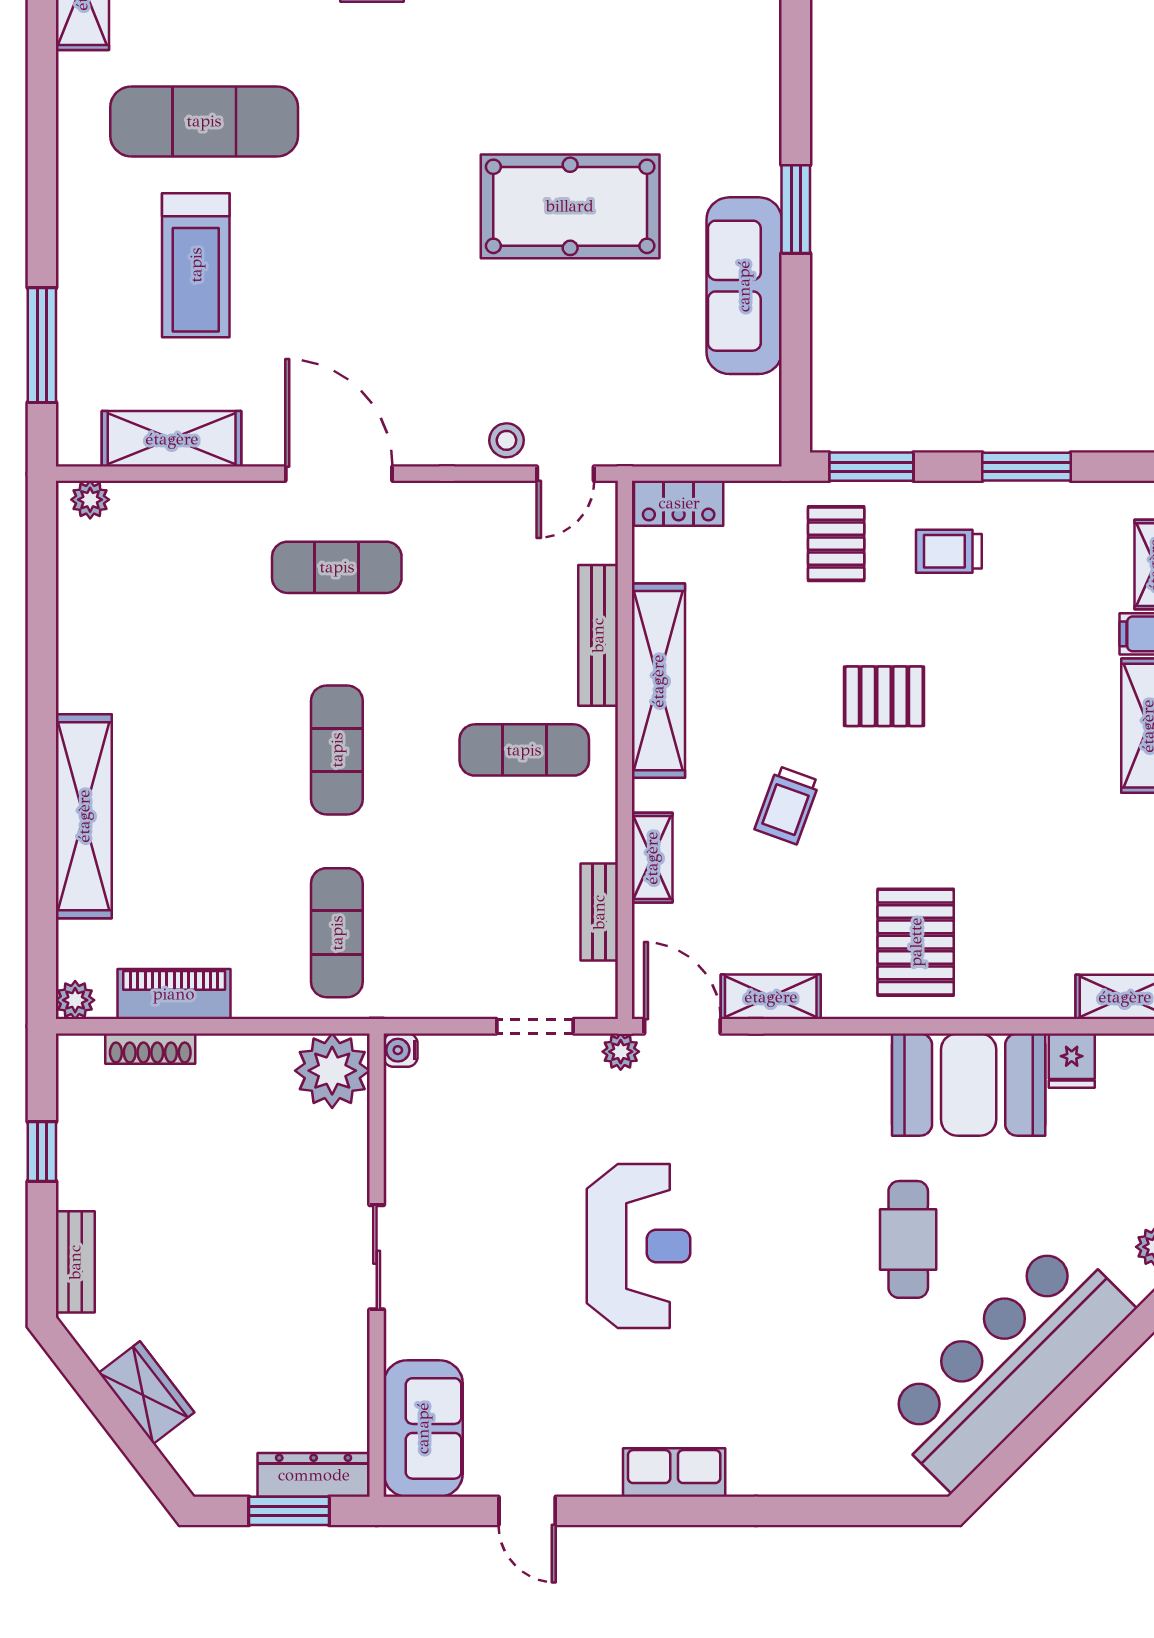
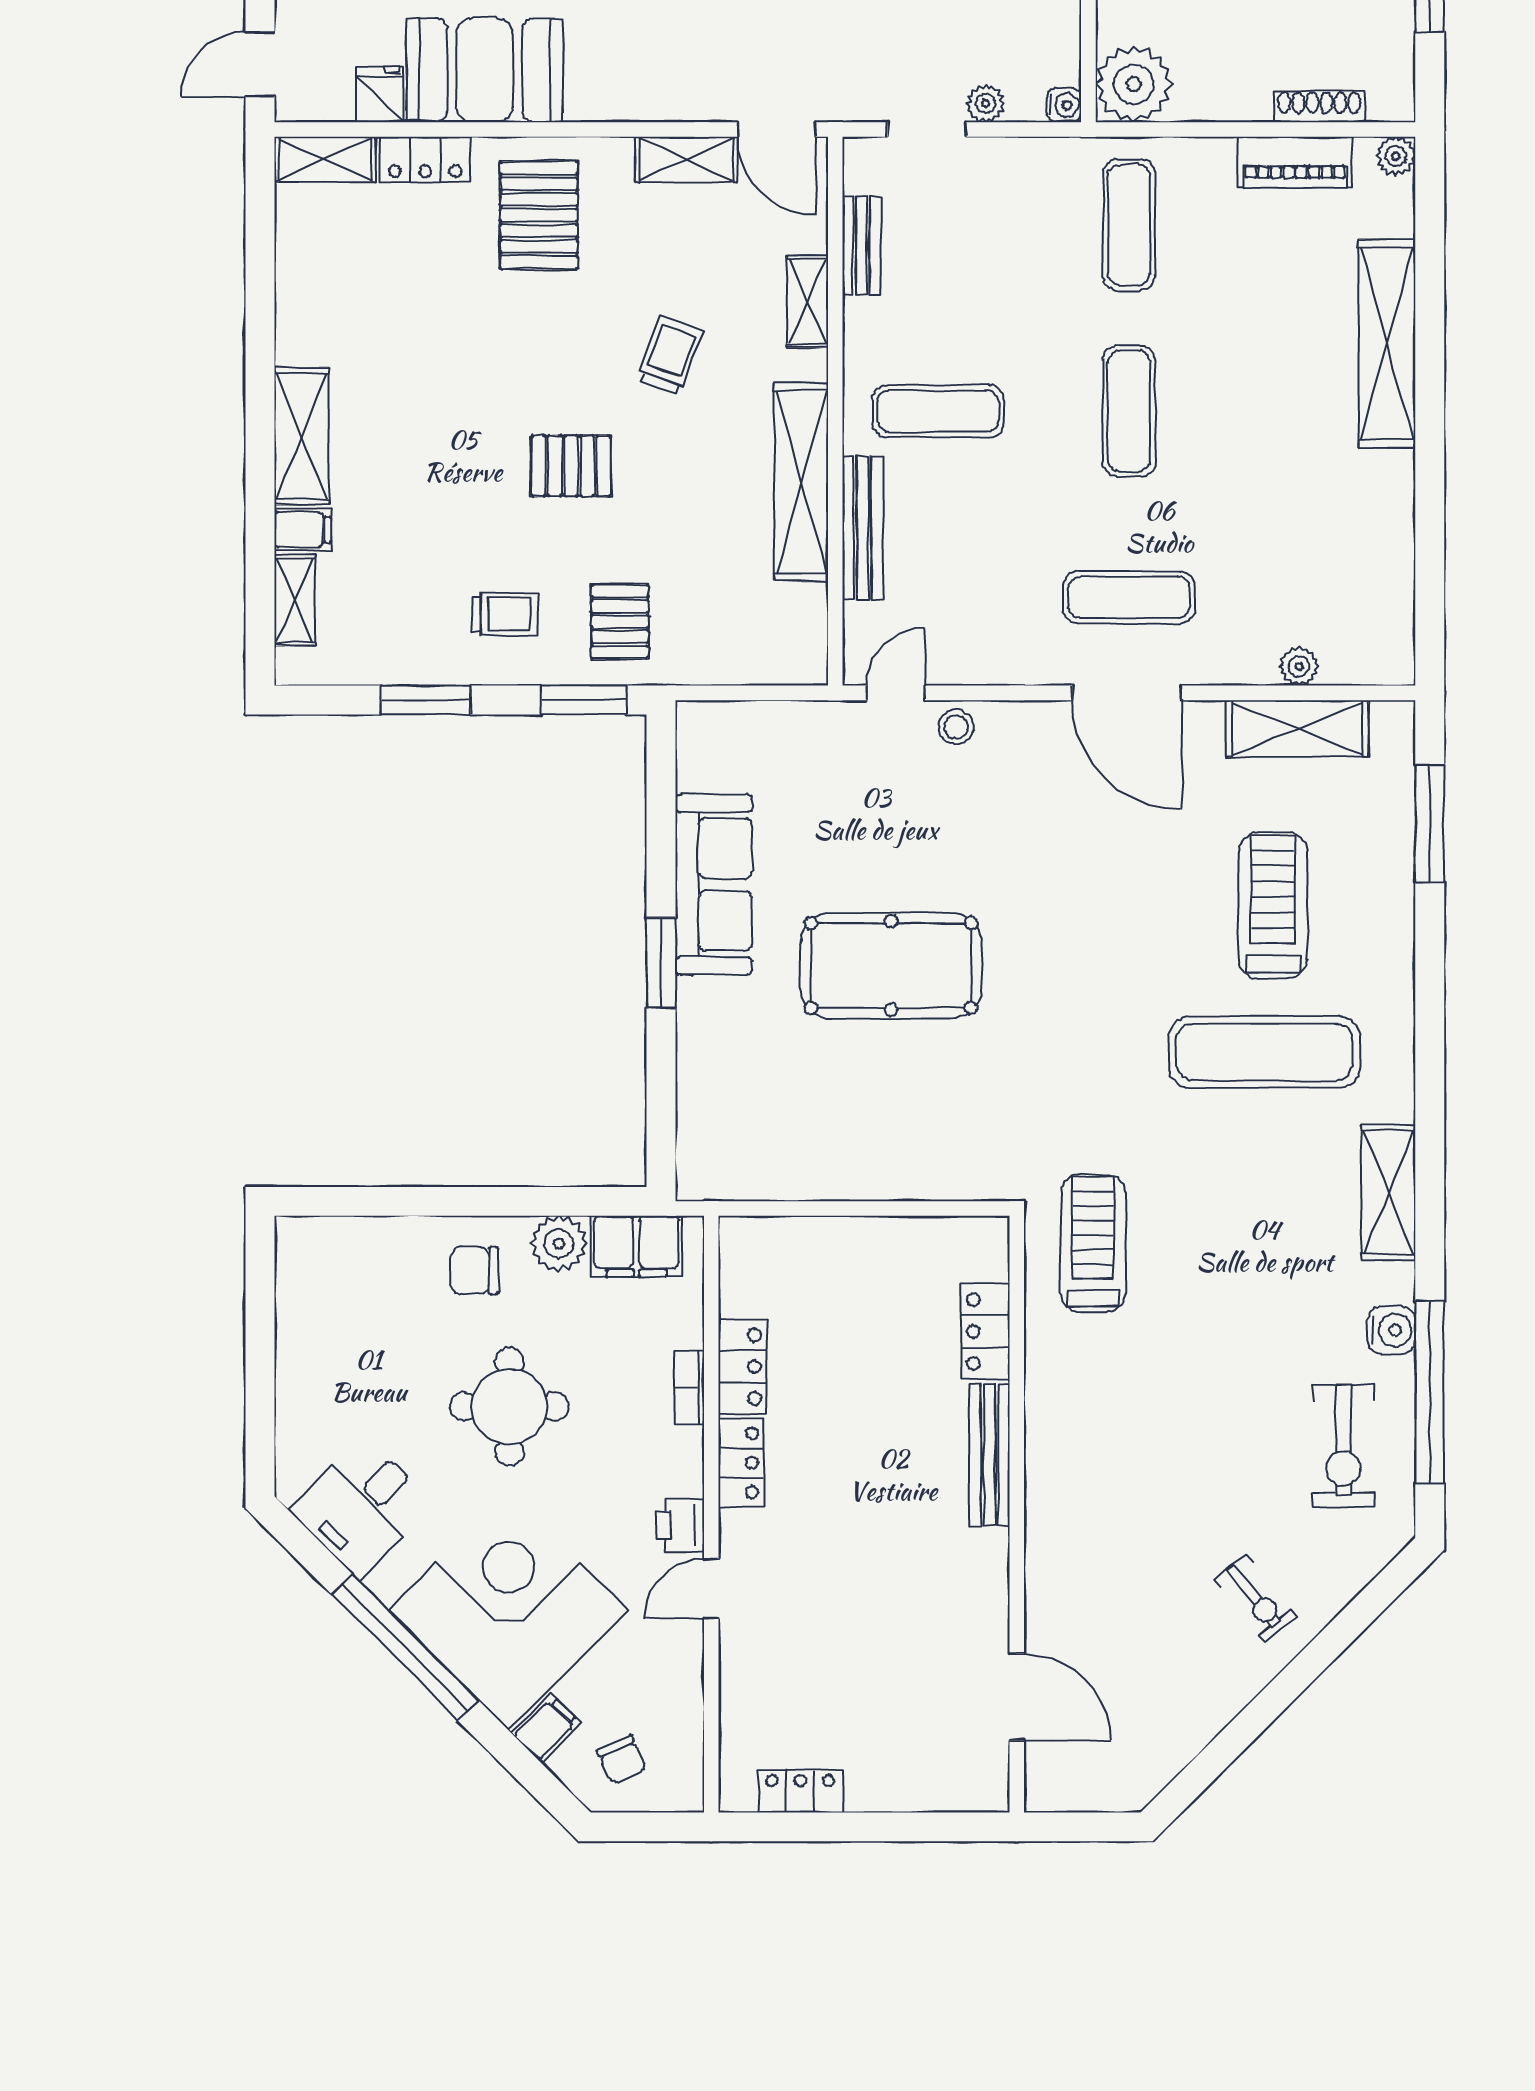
plant: (90, 500) -> (1299, 666), moved
locker: (679, 503) -> (425, 160), moved, turned 180
plant: (621, 1052) -> (986, 104), moved

